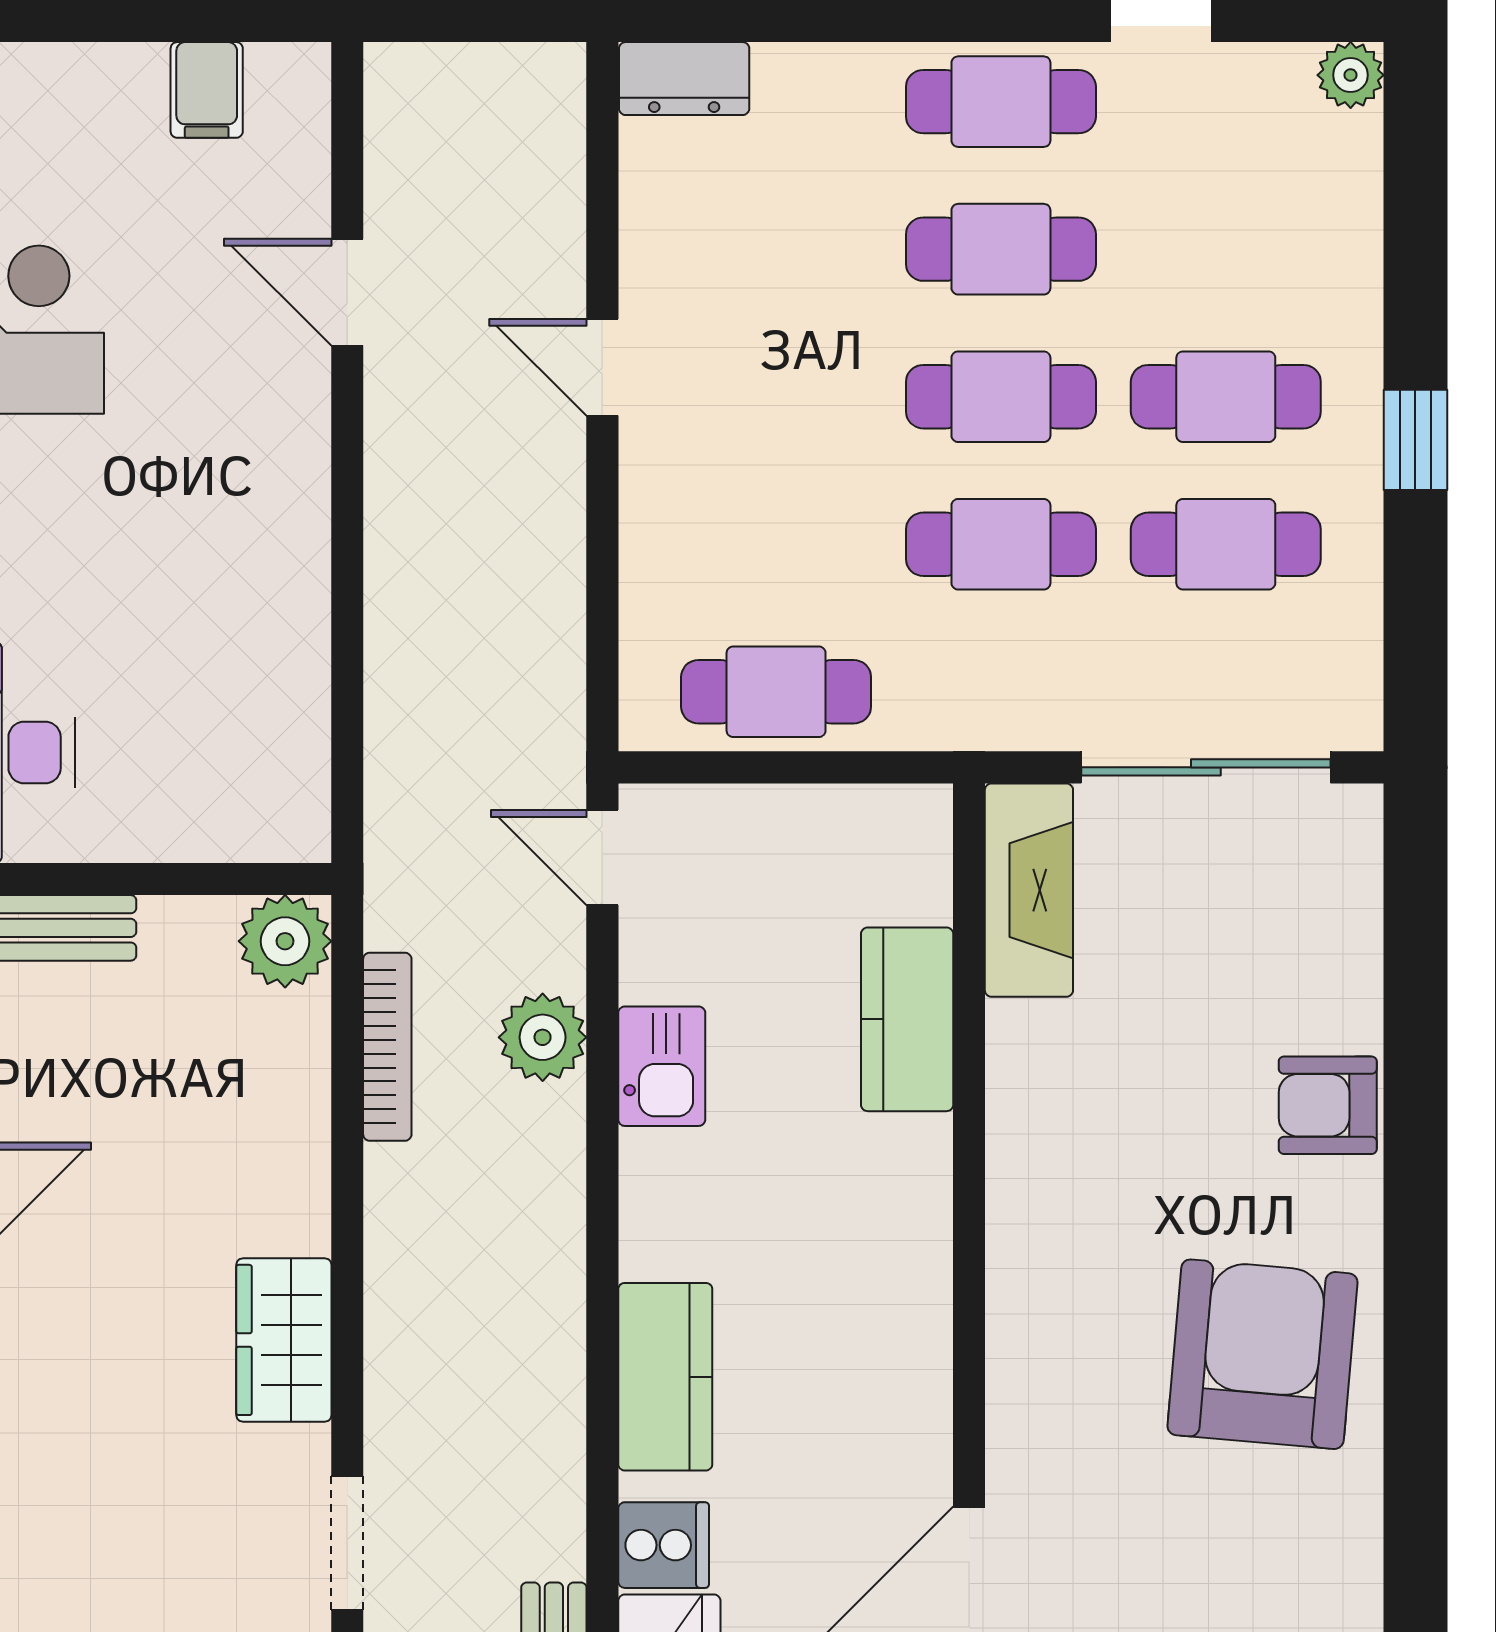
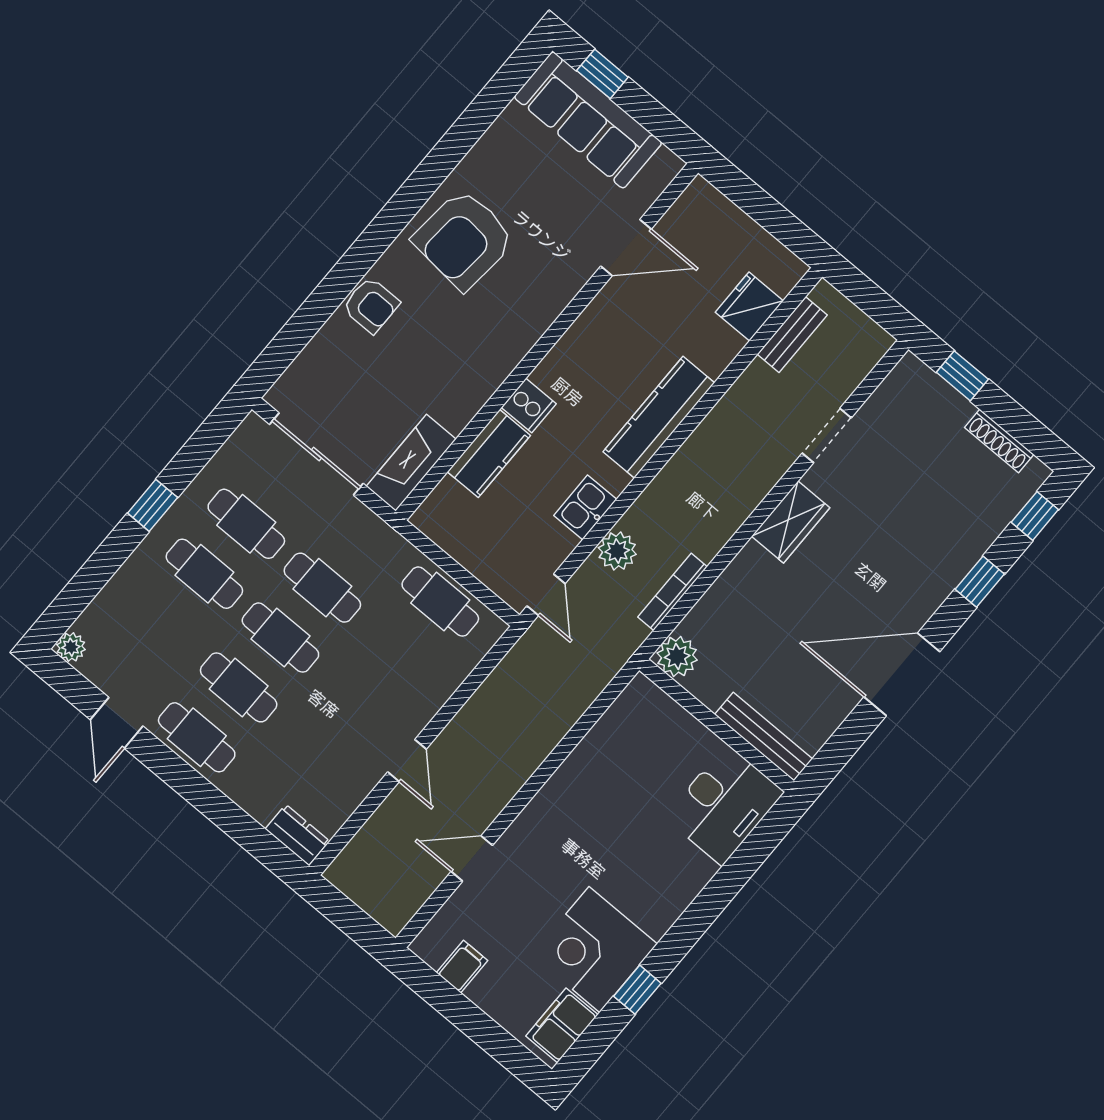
door: (347, 292) -> (472, 858), swing flipped
kitchen counter: (665, 1377) -> (659, 417), width x1.50
cooker: (664, 1545) -> (529, 406), moved, turned 180

